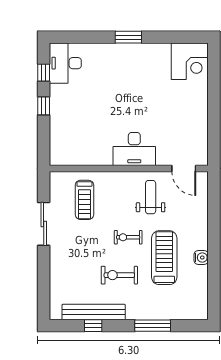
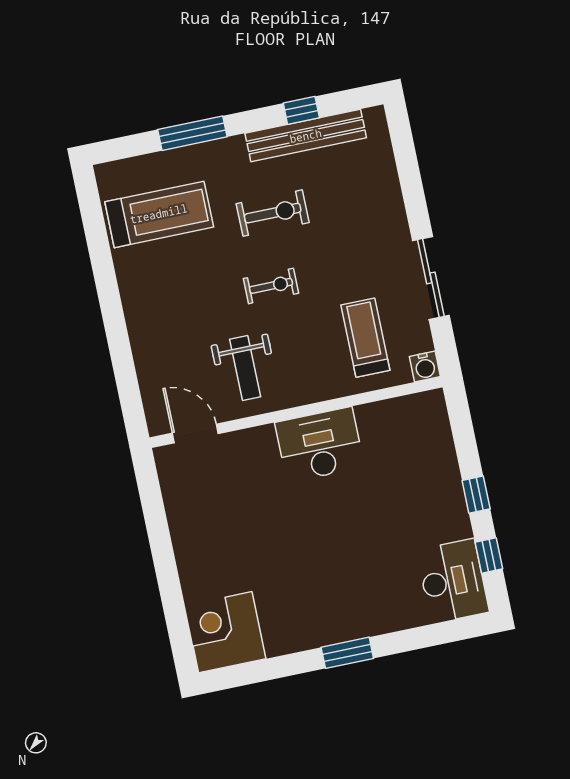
desk: (134, 149) -> (320, 445), moved
treadmill: (164, 258) -> (159, 214), moved, turned -90
water cooler: (201, 258) -> (425, 366), moved, turned -90

